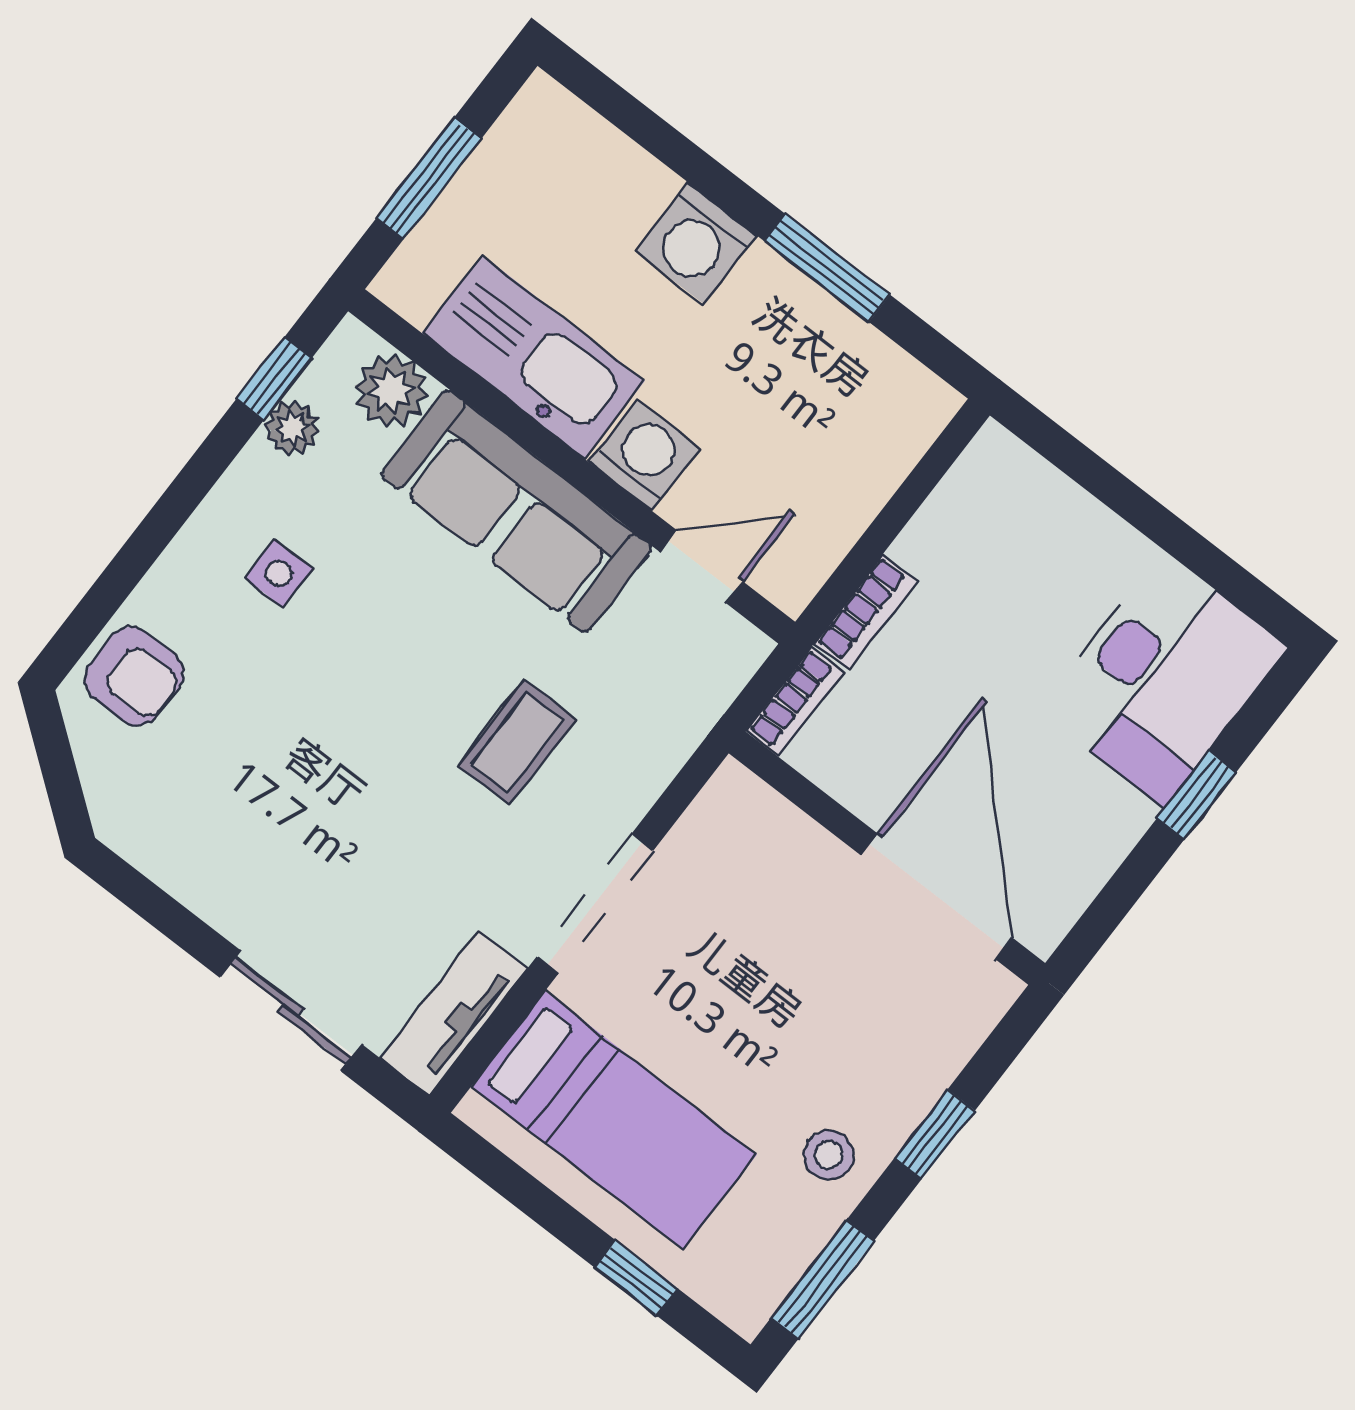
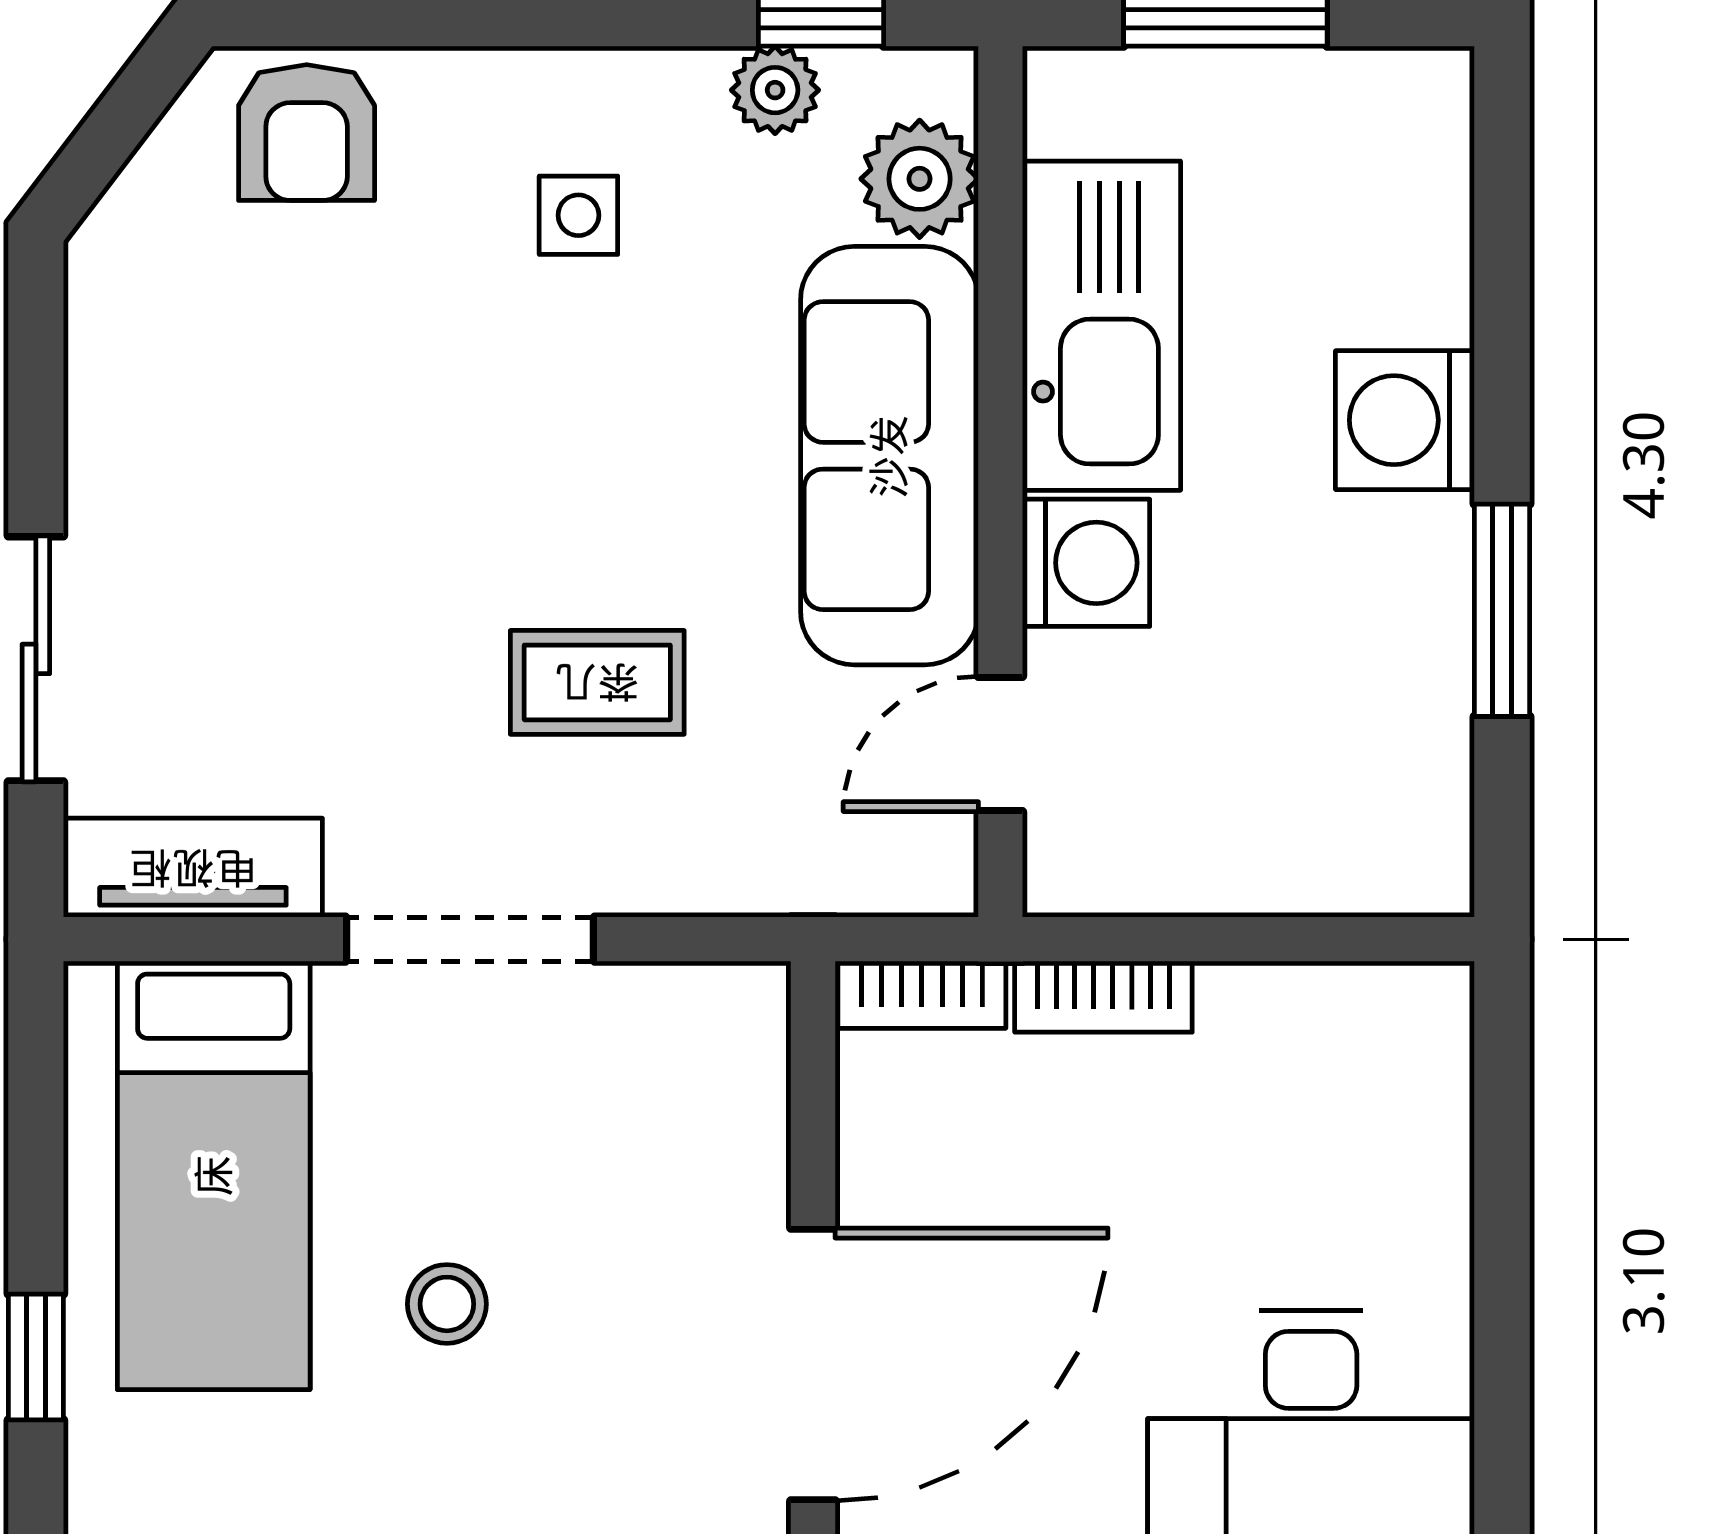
door: (701, 567) -> (1000, 744), swing flipped
stool: (829, 1155) -> (447, 1304), moved

